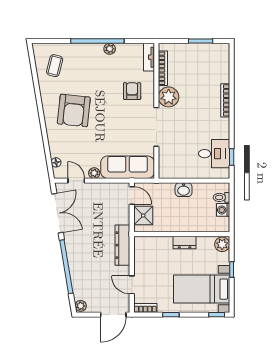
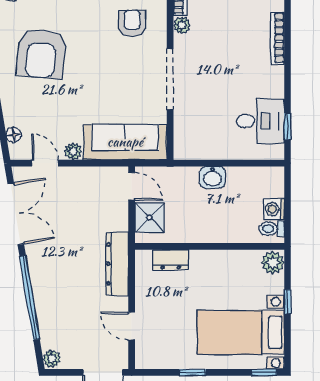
plant: (169, 97) -> (182, 25), width x0.53, depth x0.53
toilet: (221, 197) -> (272, 229), moved
dresser: (185, 242) -> (171, 260), moved
bookcase: (145, 308) -> (153, 362), removed

